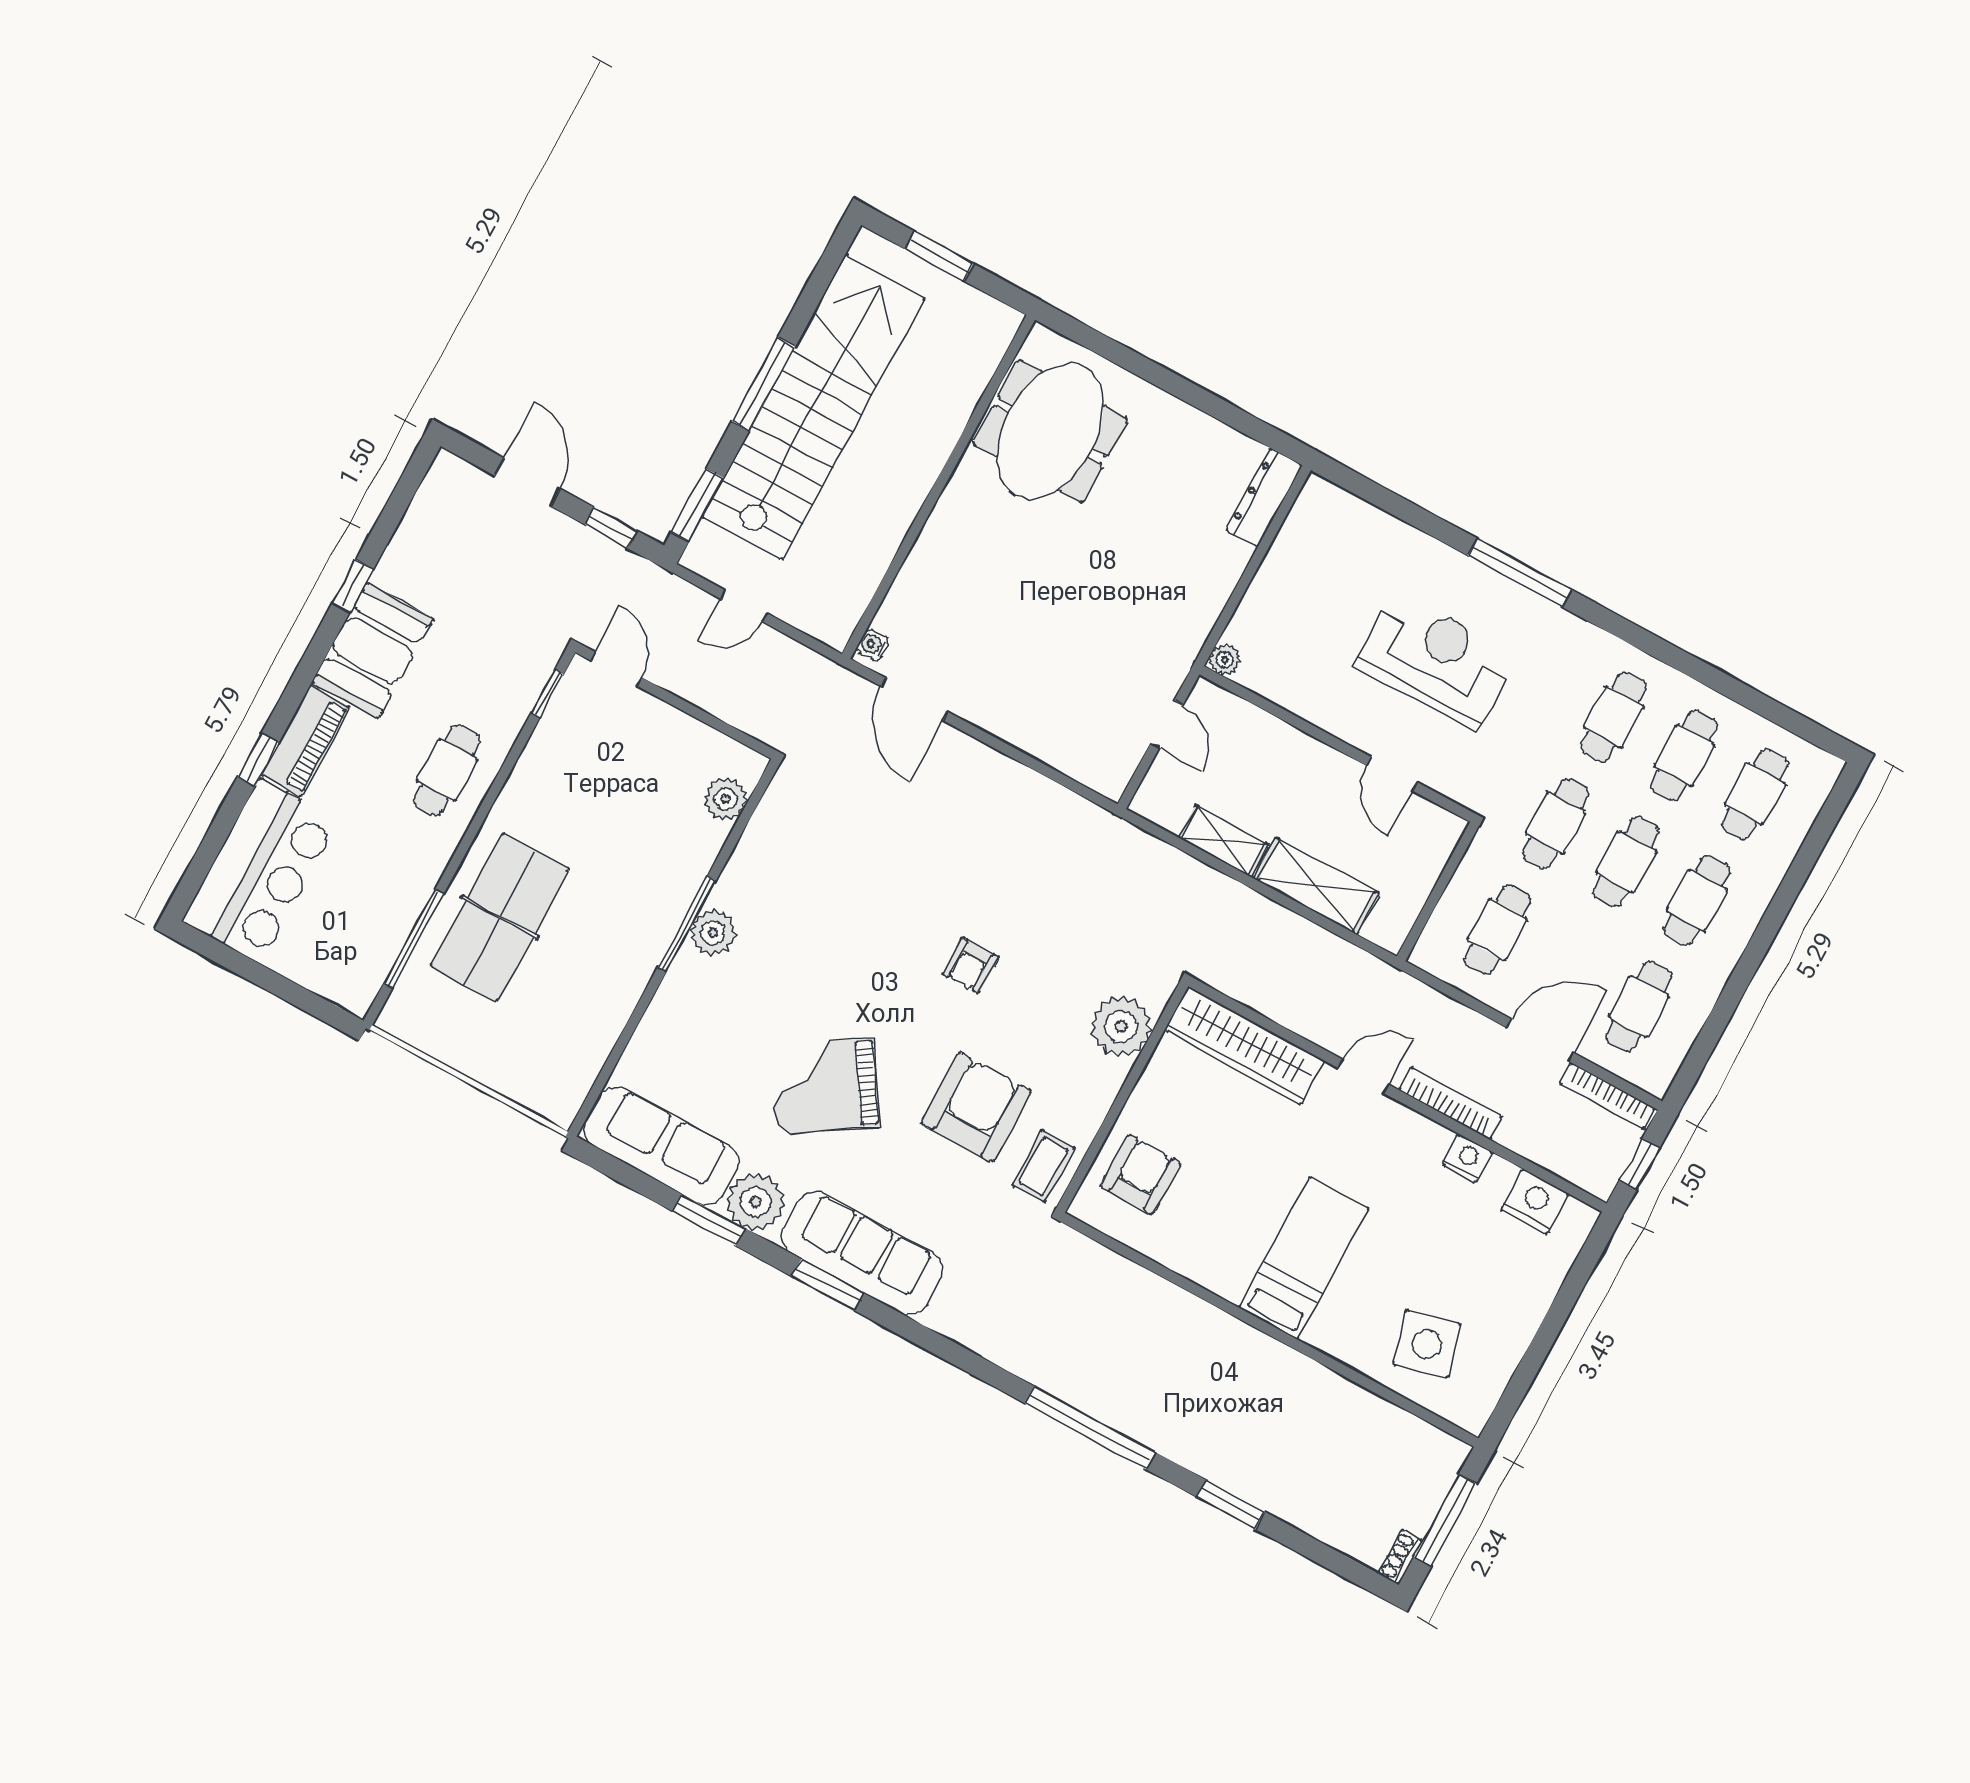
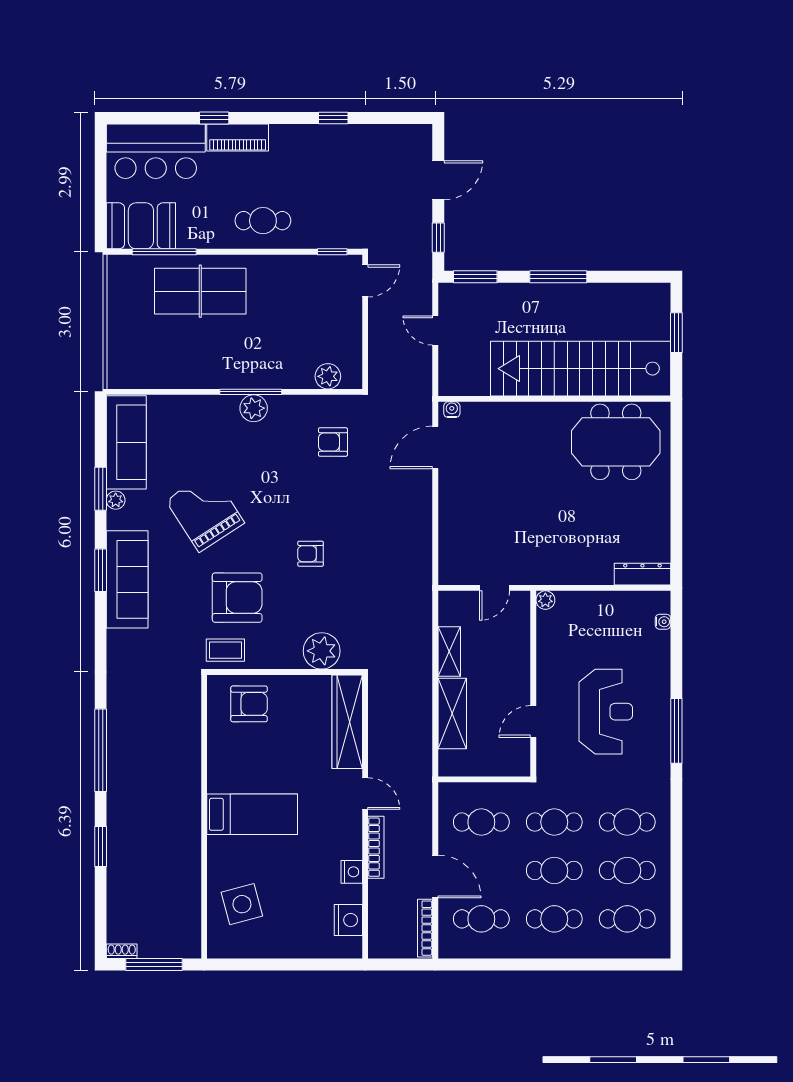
stairs: (814, 407) -> (581, 369), moved, turned 180
water cooler: (1350, 506) -> (663, 622), added
booth: (372, 651) -> (141, 226), moved
armchair: (825, 844) -> (333, 442), added
window: (1639, 1164) -> (398, 965), removed
plant: (756, 1202) -> (116, 500), width x0.53, depth x0.53

